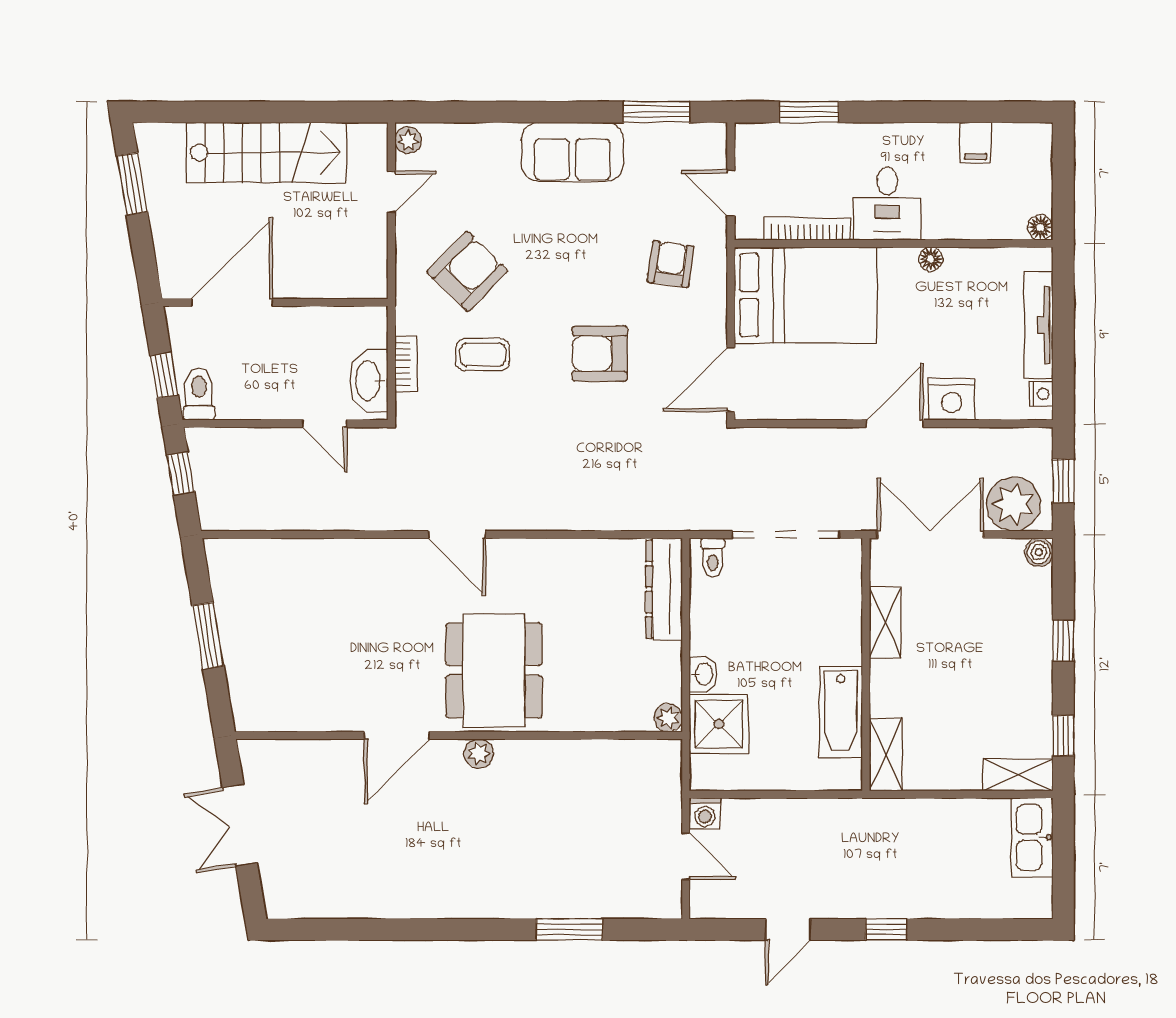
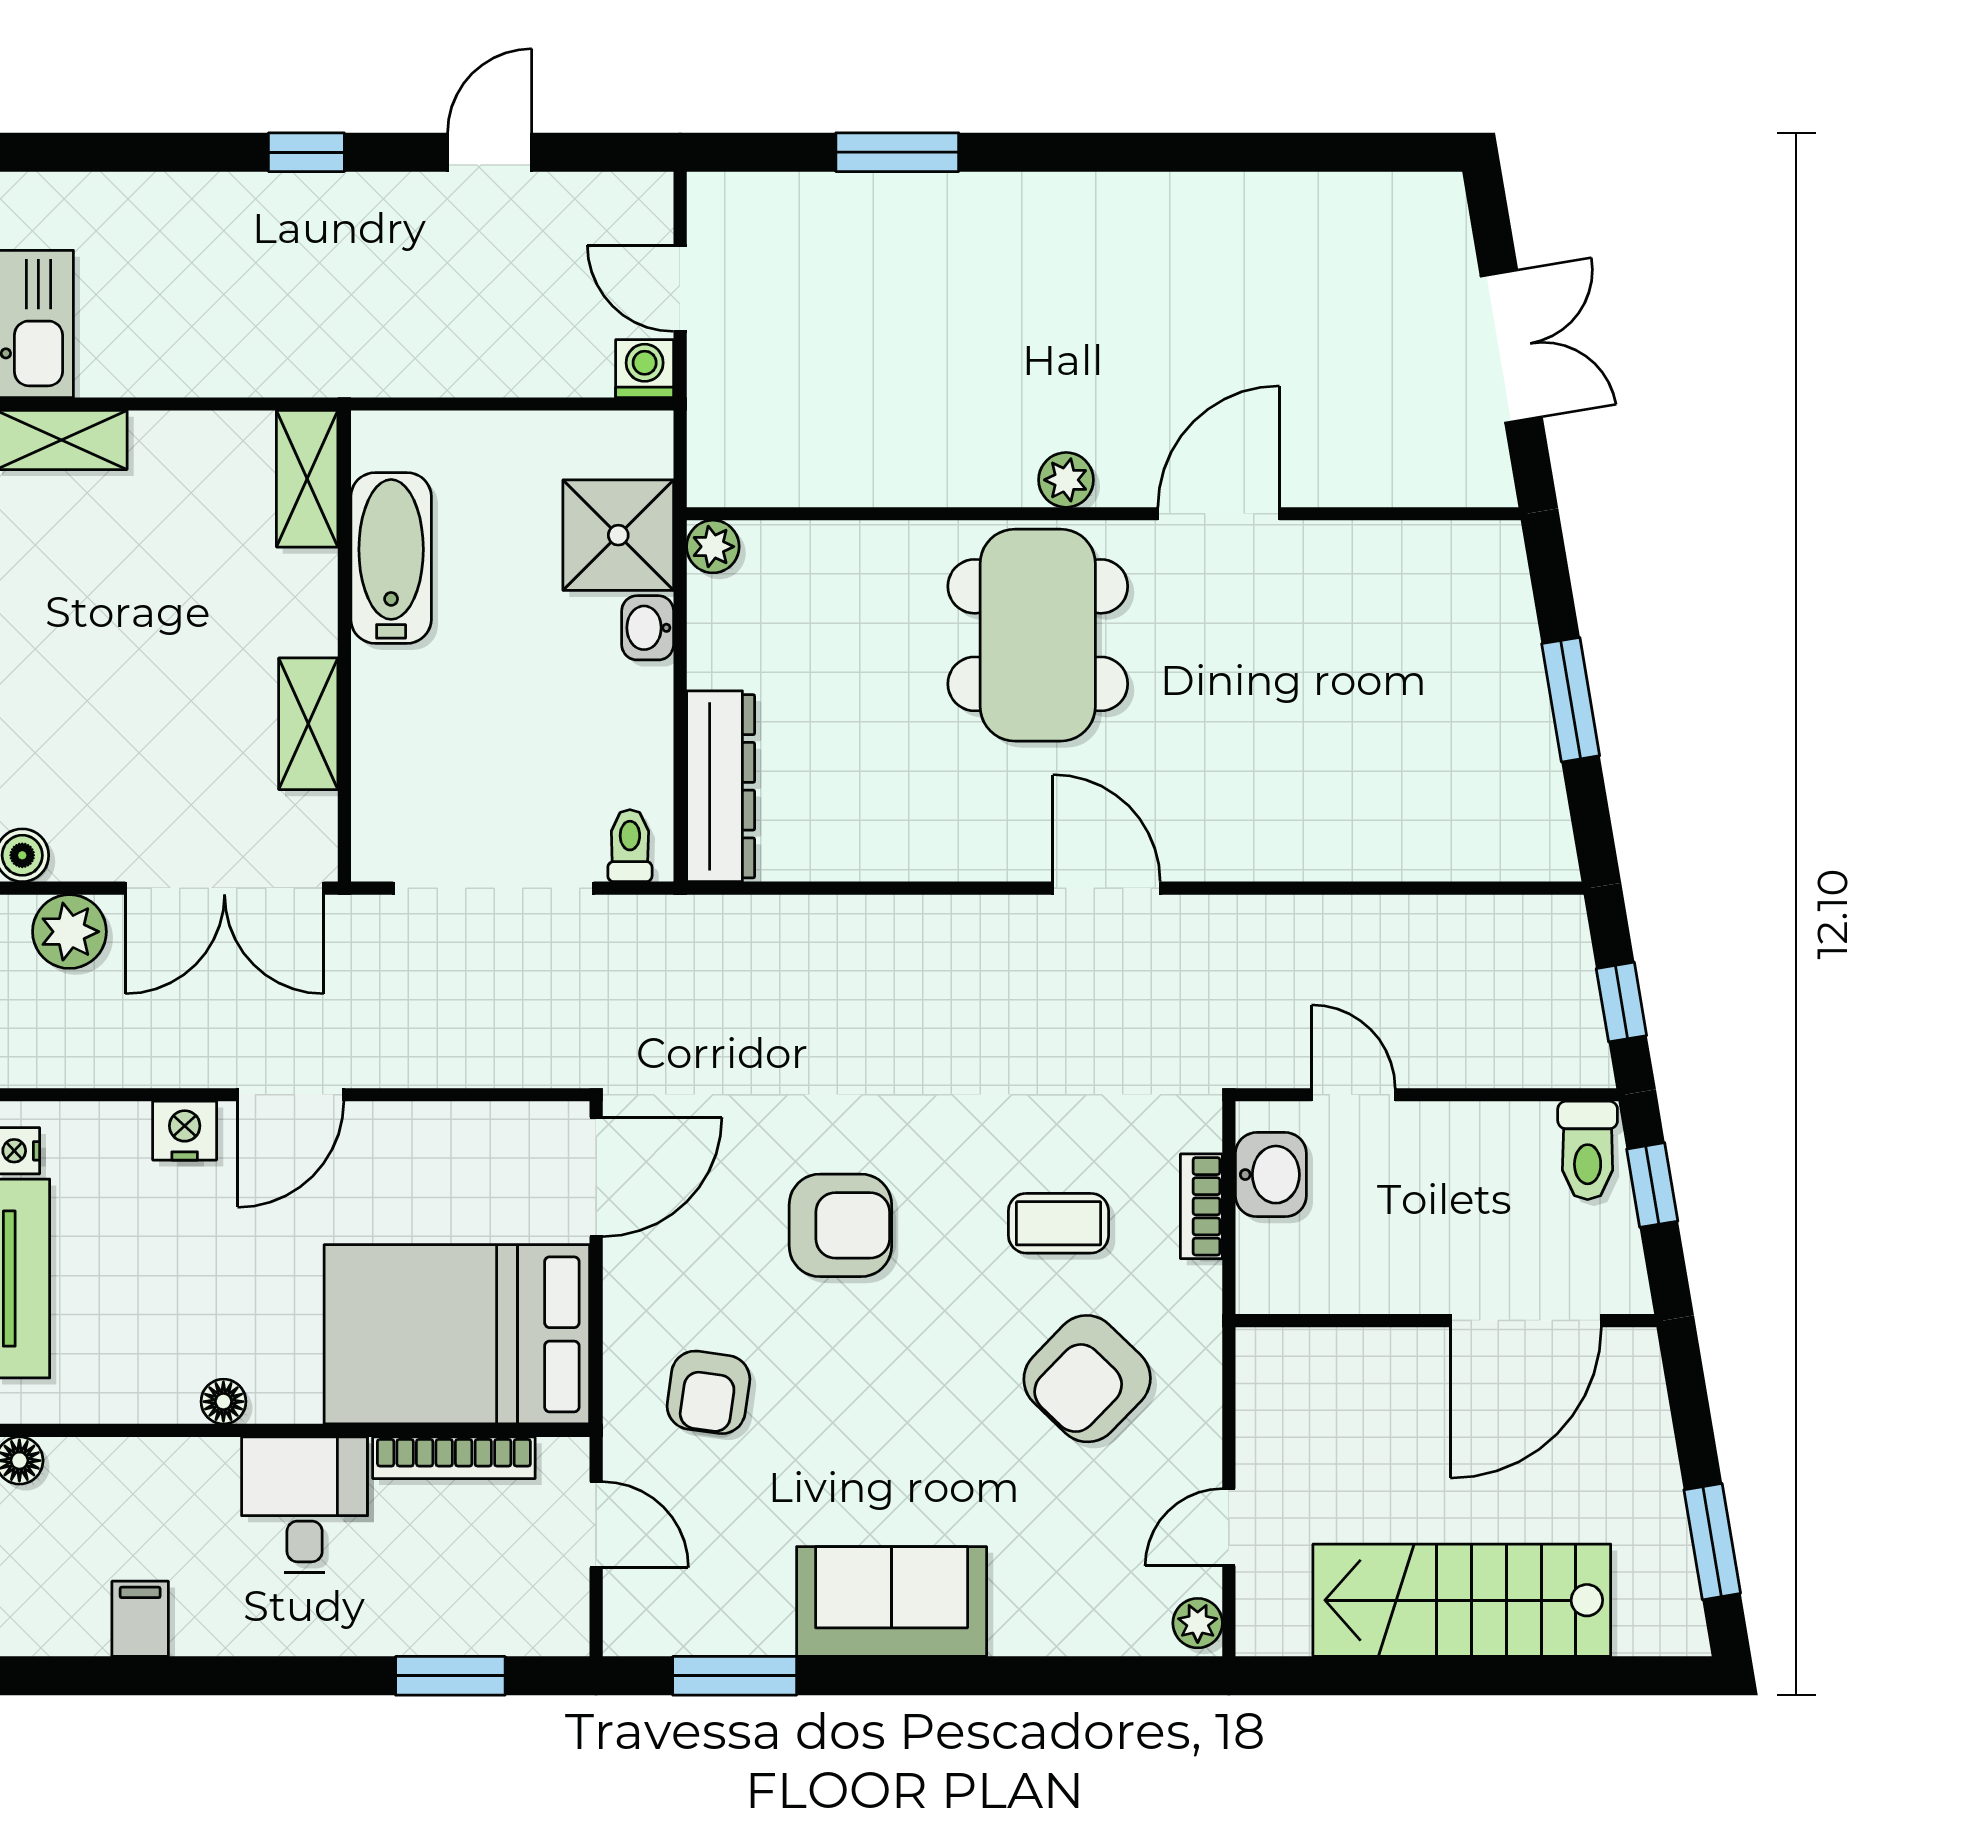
washbasin: (369, 381) -> (1271, 1175), width x0.72
nightstand: (952, 399) -> (185, 1131), width x0.74, depth x0.75
plant: (1013, 504) -> (69, 932), width x0.73, depth x0.73

